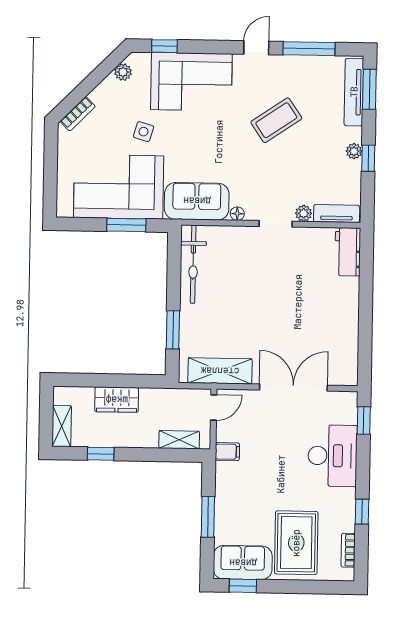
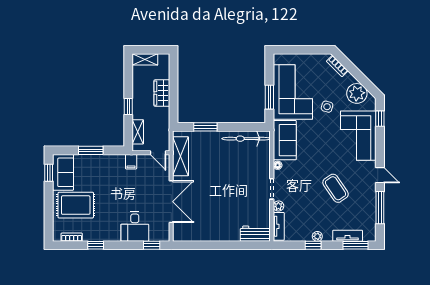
plant: (123, 72) -> (357, 93), width x1.87, depth x1.87
tv unit: (354, 92) -> (348, 236), width x0.71
window: (101, 454) -> (128, 106), moved
desk: (332, 456) -> (135, 226), width x0.73

